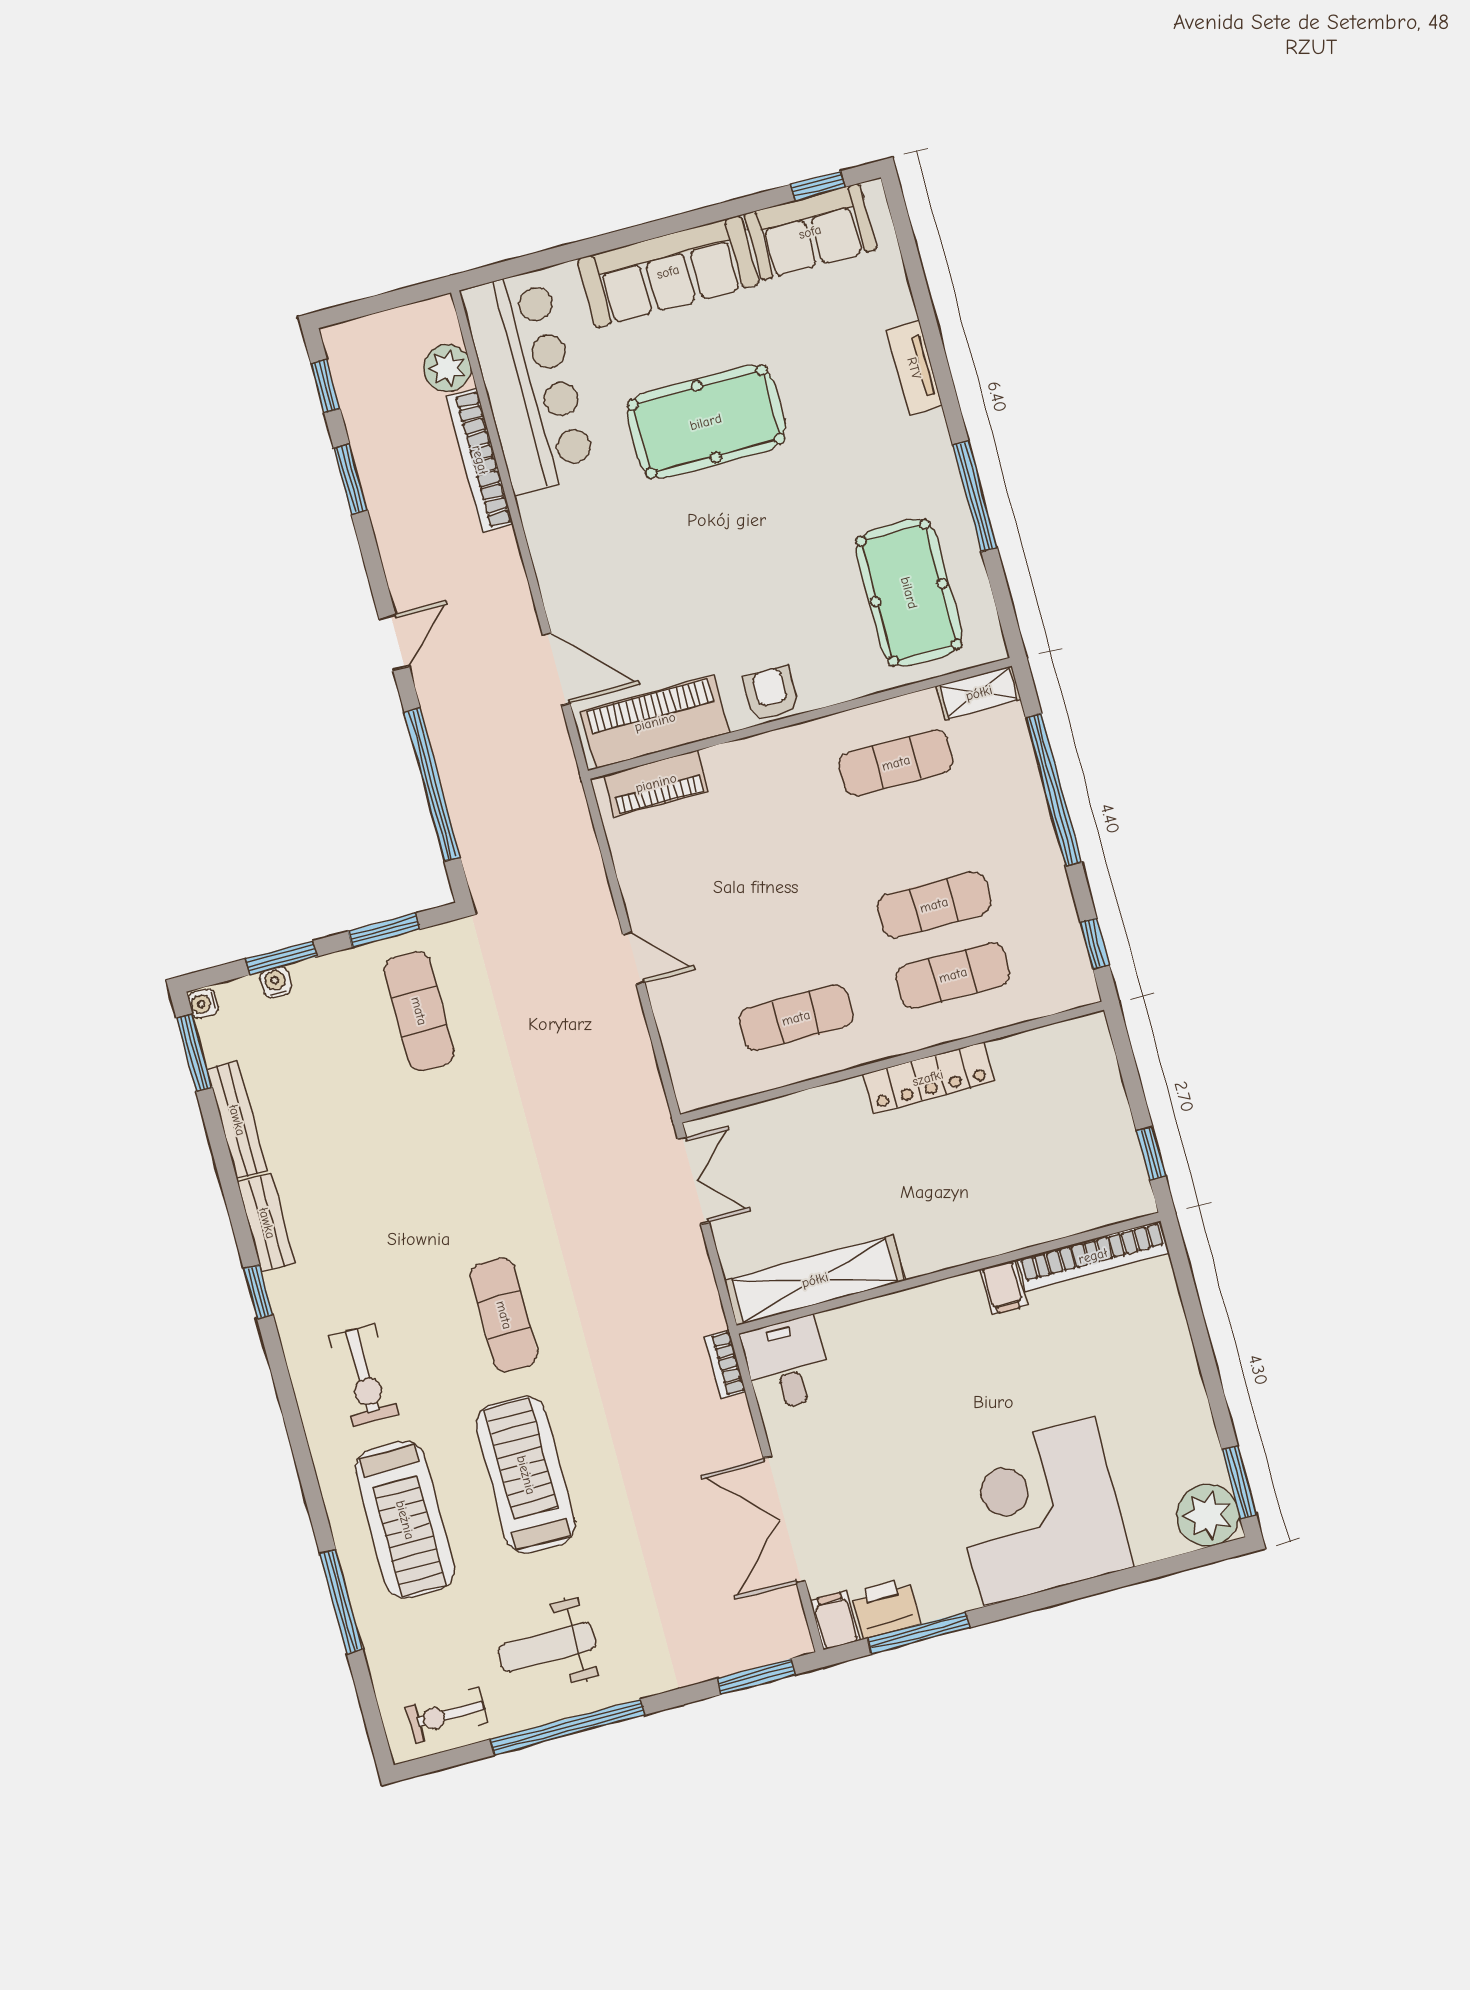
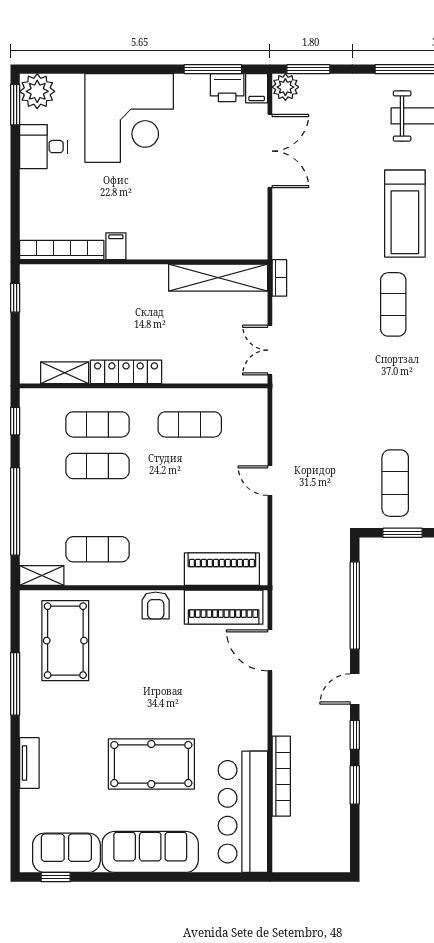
plant: (447, 368) -> (285, 87), moved
window: (326, 386) -> (355, 735), moved
piano: (656, 783) -> (222, 569), width x1.37, depth x1.33
shelving: (1033, 1048) -> (65, 373), added
bookcase: (725, 1364) -> (279, 278), moved
desk: (787, 1364) -> (43, 147), moved, turned 90

